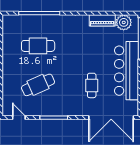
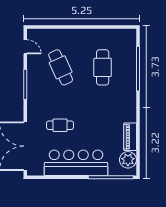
door: (19, 118) -> (25, 47), hinge flipped

